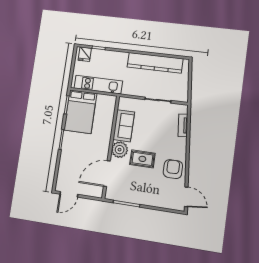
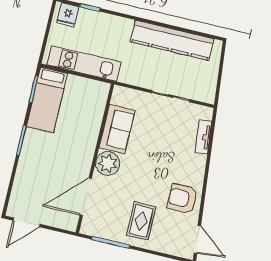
bed: (80, 112) -> (47, 100), width x0.67
rug: (142, 159) -> (141, 221), moved, turned 90
armchair: (173, 169) -> (182, 199), turned -90

